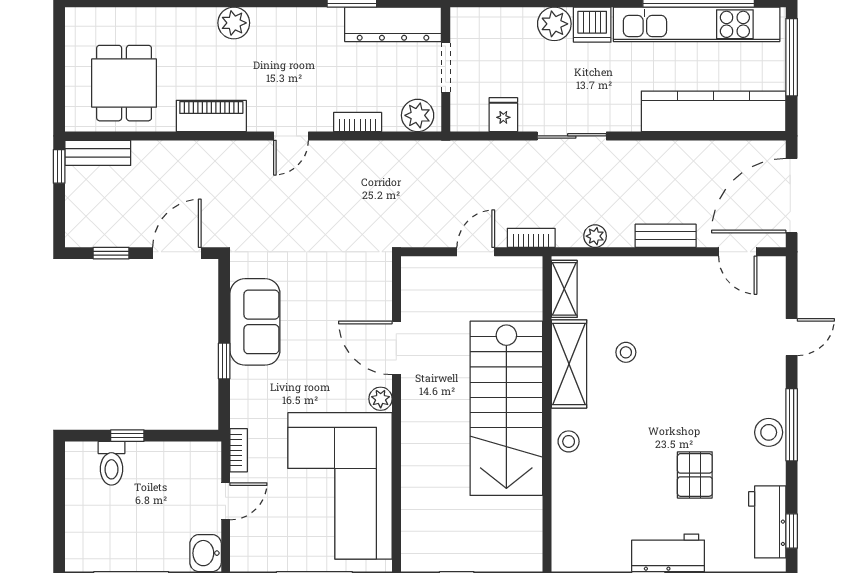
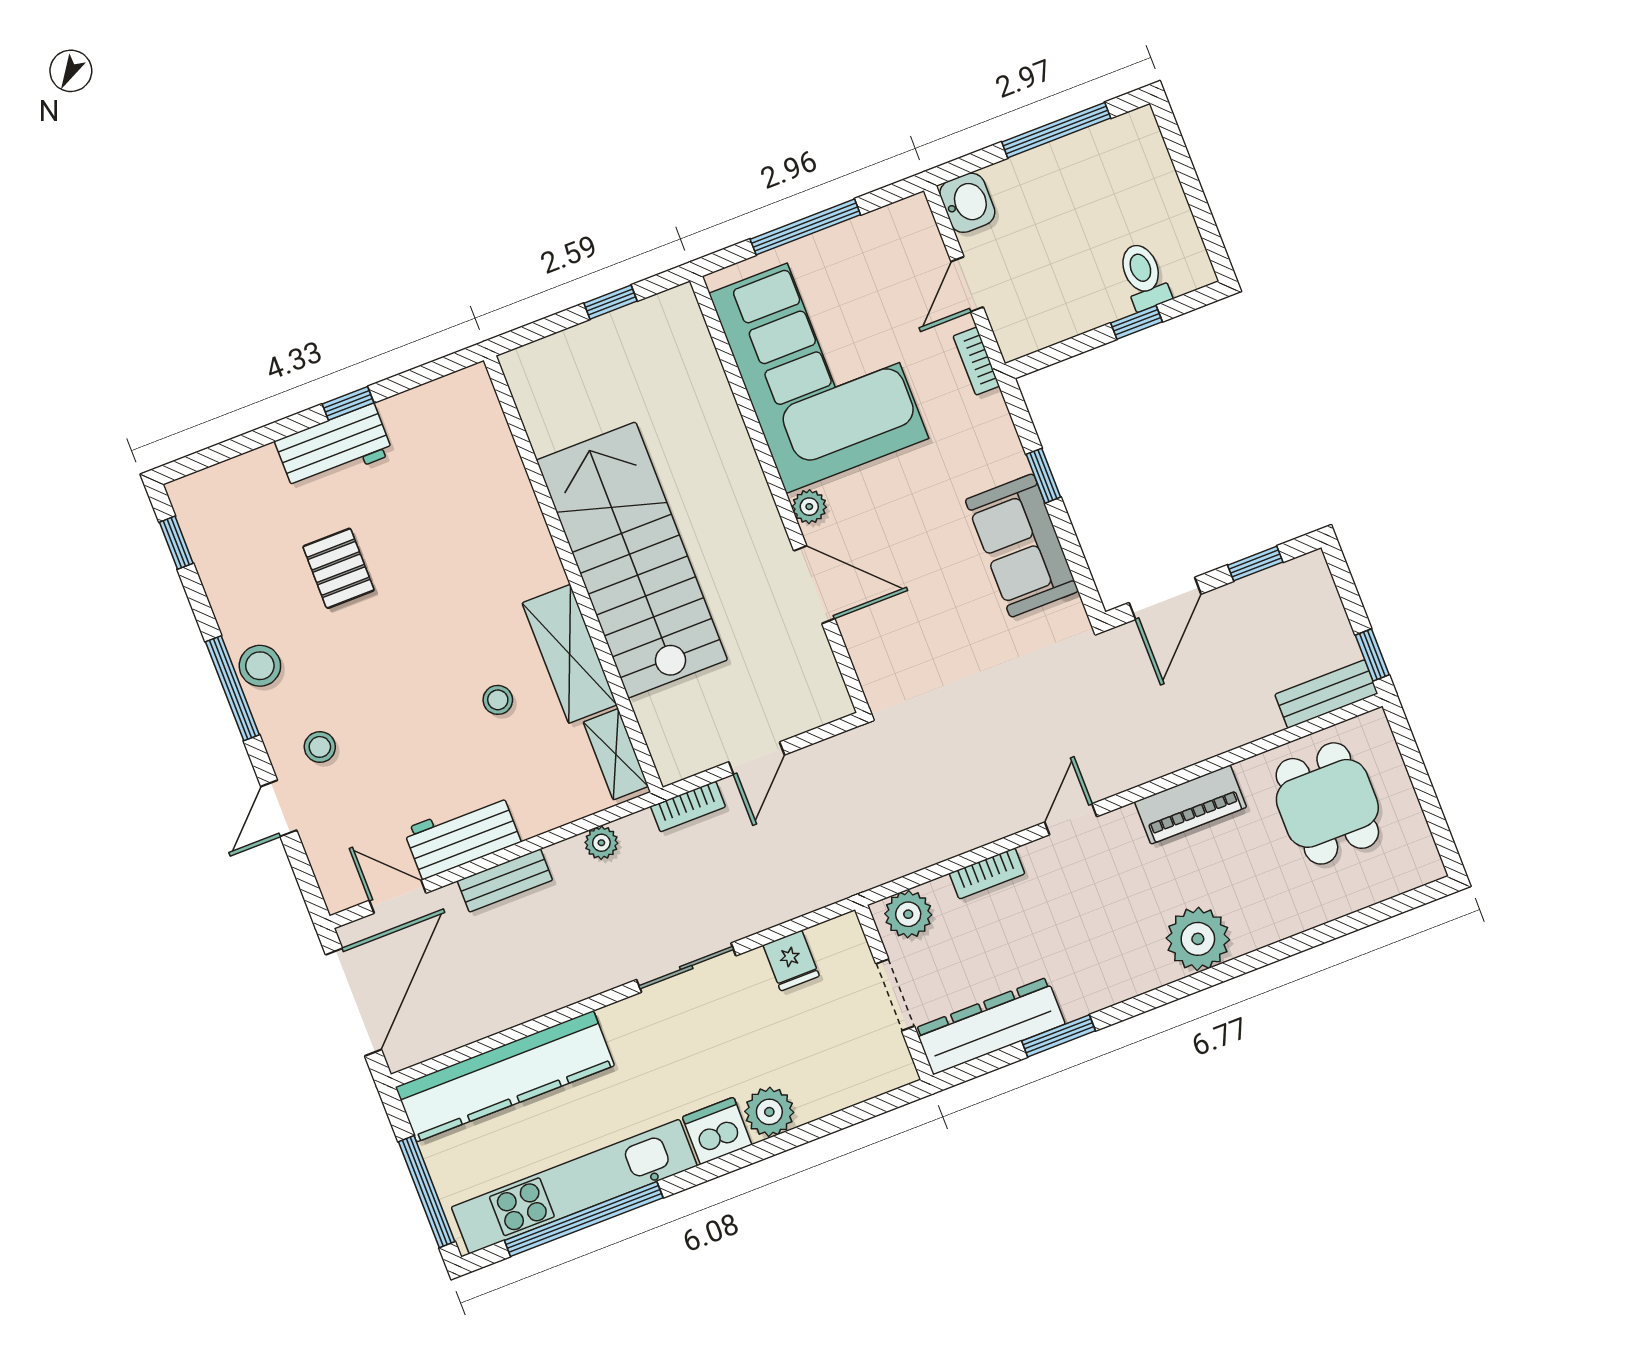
plant: (234, 23) -> (1198, 939), width x1.36, depth x1.36
stool: (569, 441) -> (320, 747), moved
workbench: (767, 522) -> (462, 836), moved, turned -90

